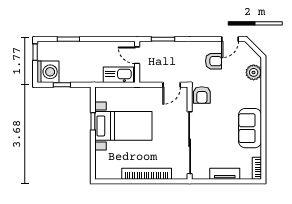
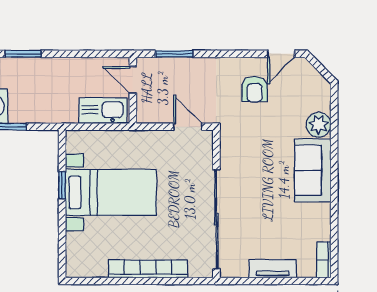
armchair: (213, 61) -> (255, 89), turned 90
plant: (254, 72) -> (319, 125), moved
door: (172, 85) -> (188, 127), swing flipped
armchair: (202, 95) -> (236, 143), removed
sofa: (250, 128) -> (313, 170), moved

